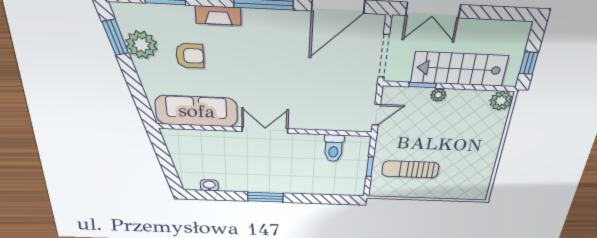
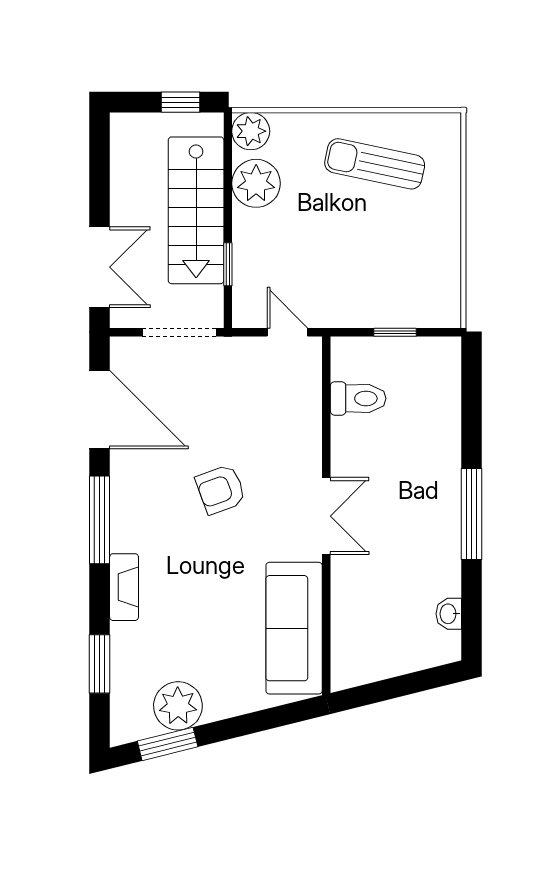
armchair: (190, 56) -> (221, 489), moved, turned -110
plant: (438, 95) -> (256, 183), moved, width x1.88, depth x1.88
double door: (265, 130) -> (326, 516), swing flipped
sun lounger: (410, 169) -> (375, 164), moved, turned 102
window: (265, 197) -> (471, 514), width x1.44

